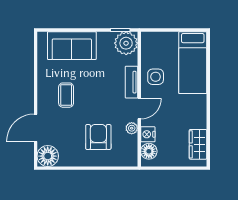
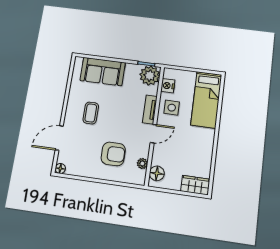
plant: (132, 128) -> (142, 164), moved
nightstand: (148, 134) -> (168, 86), moved
armchair: (98, 137) -> (113, 154), turned 90
wardrobe: (198, 144) -> (195, 185), moved, turned 90
floor lamp: (48, 156) -> (60, 168), width x0.53, depth x0.53

